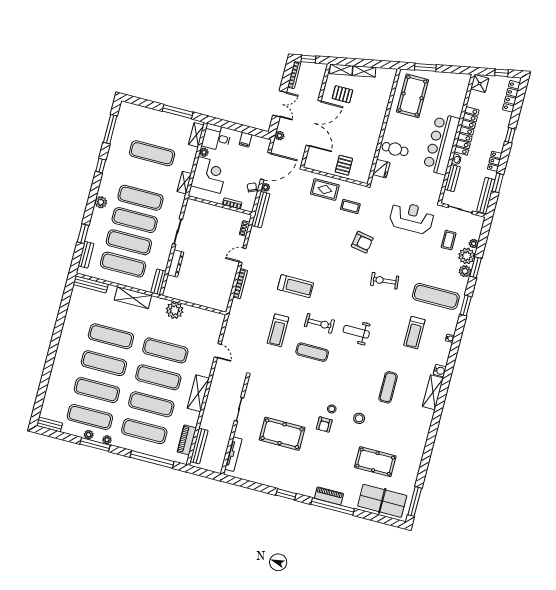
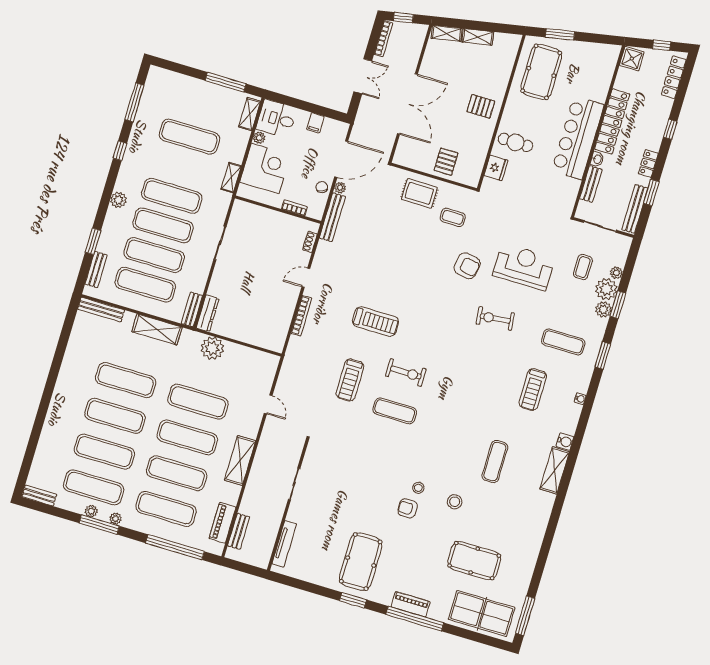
pallet: (342, 94) -> (481, 106), moved
plant: (280, 136) -> (361, 119), removed
reception desk: (412, 218) -> (524, 267), moved
dresser: (176, 263) -> (208, 313), moved
exercise mat: (436, 296) -> (563, 342), width x0.73, depth x0.69
weight bench: (356, 332) -> (455, 386), removed
armchair: (324, 424) -> (408, 508), turned 89
pool table: (282, 434) -> (361, 562), moved, turned 90
bench: (199, 446) -> (239, 531), width x0.73

